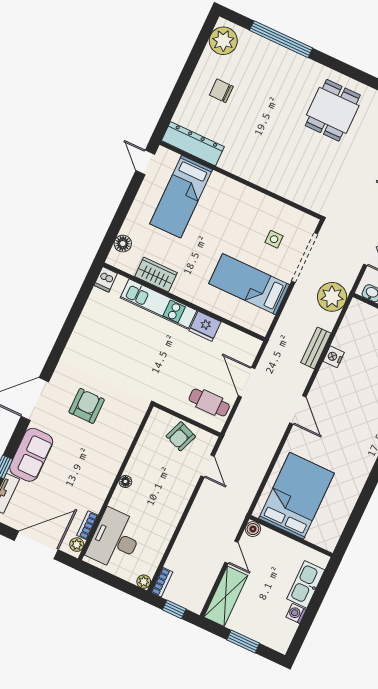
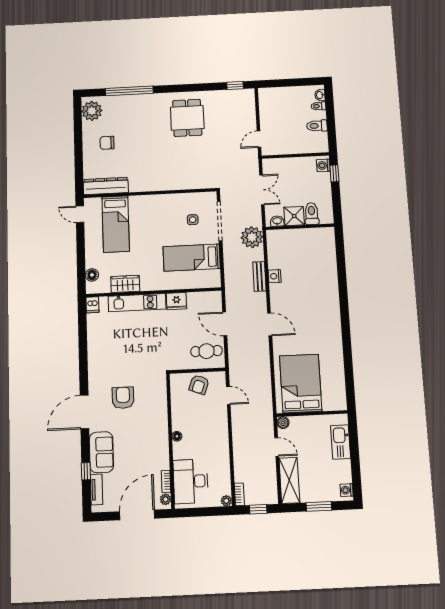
washing machine: (296, 613) -> (347, 490), moved

